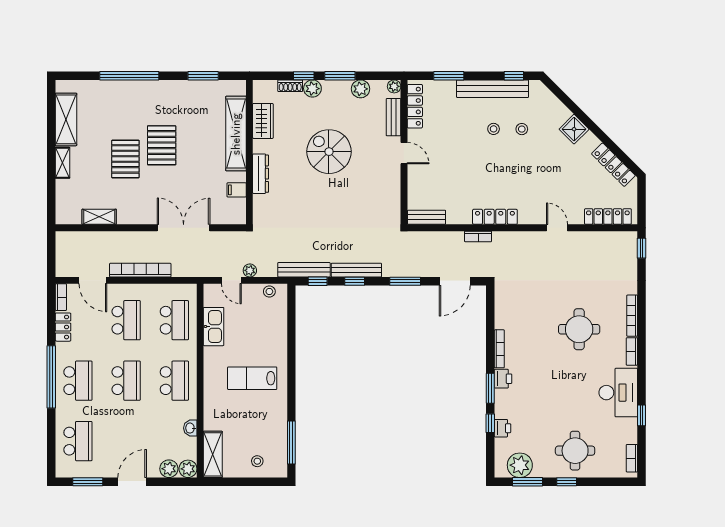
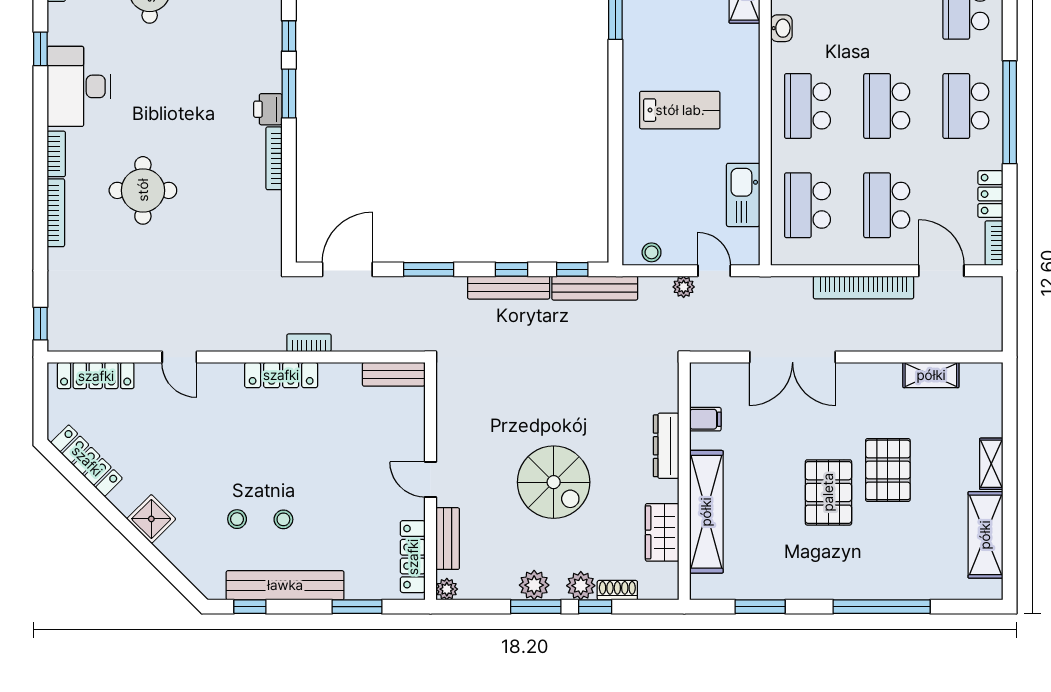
plant: (360, 89) -> (534, 585), moved
printer: (502, 428) -> (269, 28), removed

